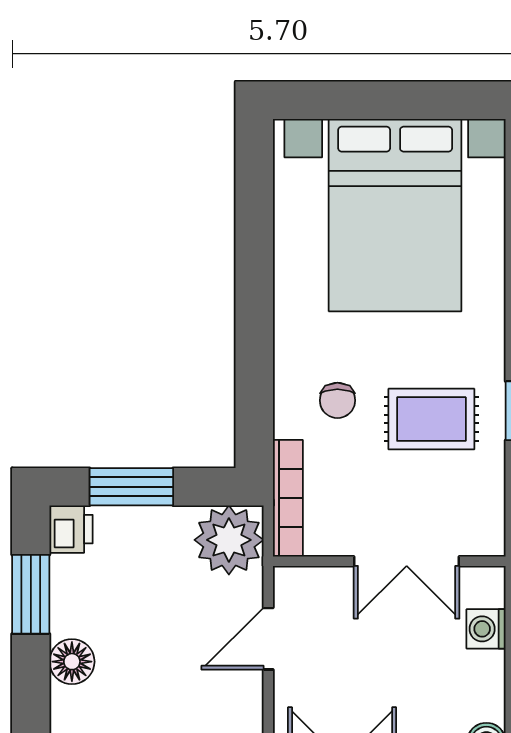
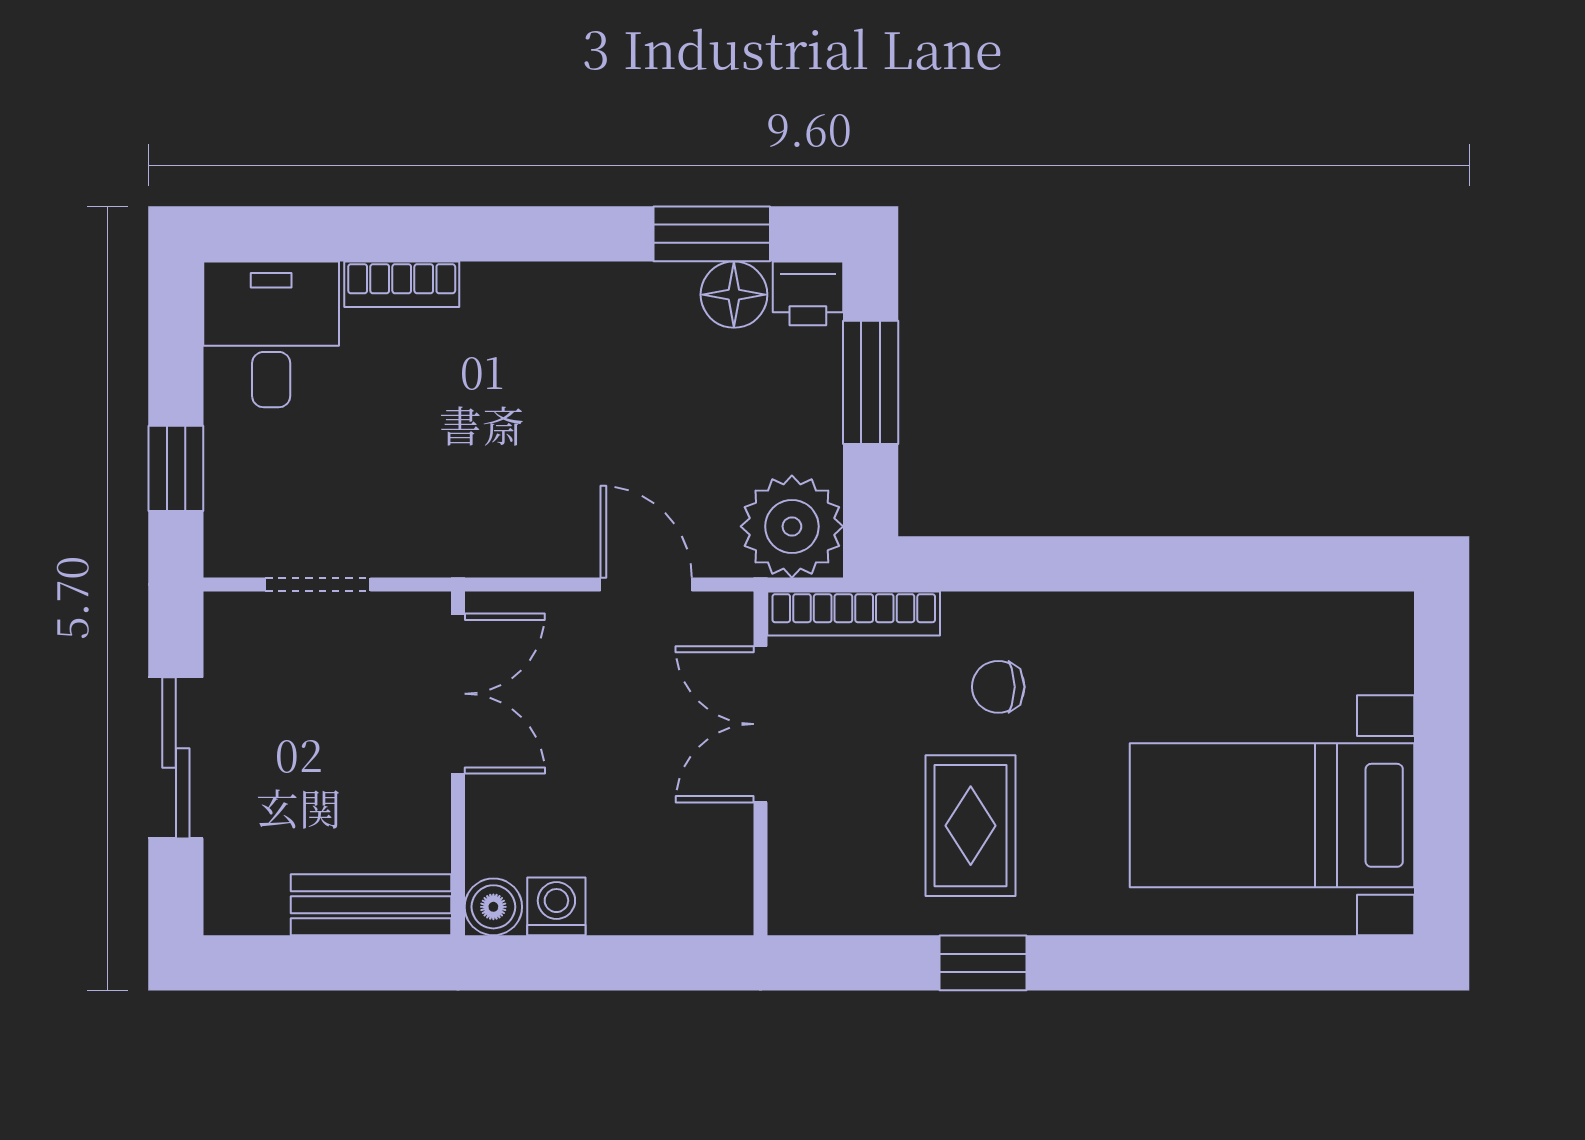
bed with nightstands: (395, 215) -> (1272, 815), width x0.73
double door: (407, 561) -> (761, 724), moved
washing machine: (486, 629) -> (556, 906), moved
floor lamp: (72, 662) -> (734, 295), moved

